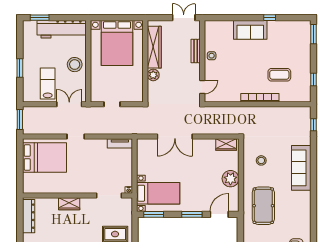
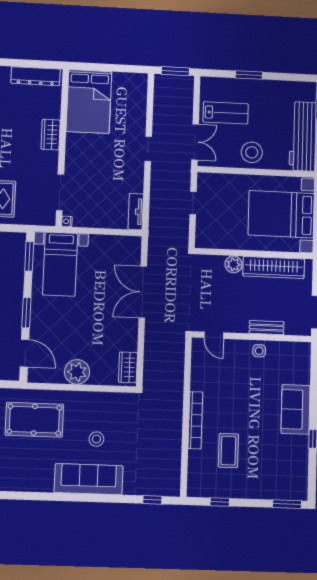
bed: (44, 158) -> (89, 101), moved
stool: (261, 160) -> (96, 439), moved

